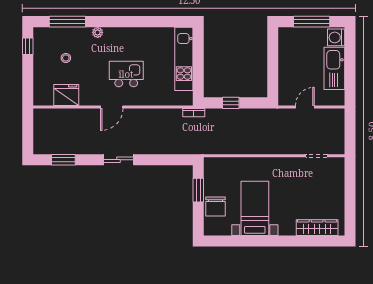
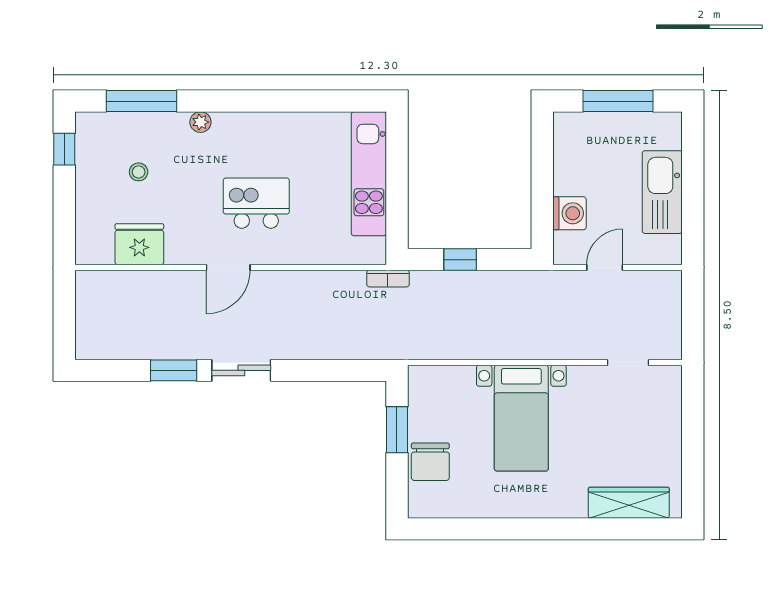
washing machine: (336, 37) -> (569, 213), moved, turned 180
window: (63, 160) -> (174, 370), moved
bed with nightstands: (255, 208) -> (521, 418), moved, turned 180

